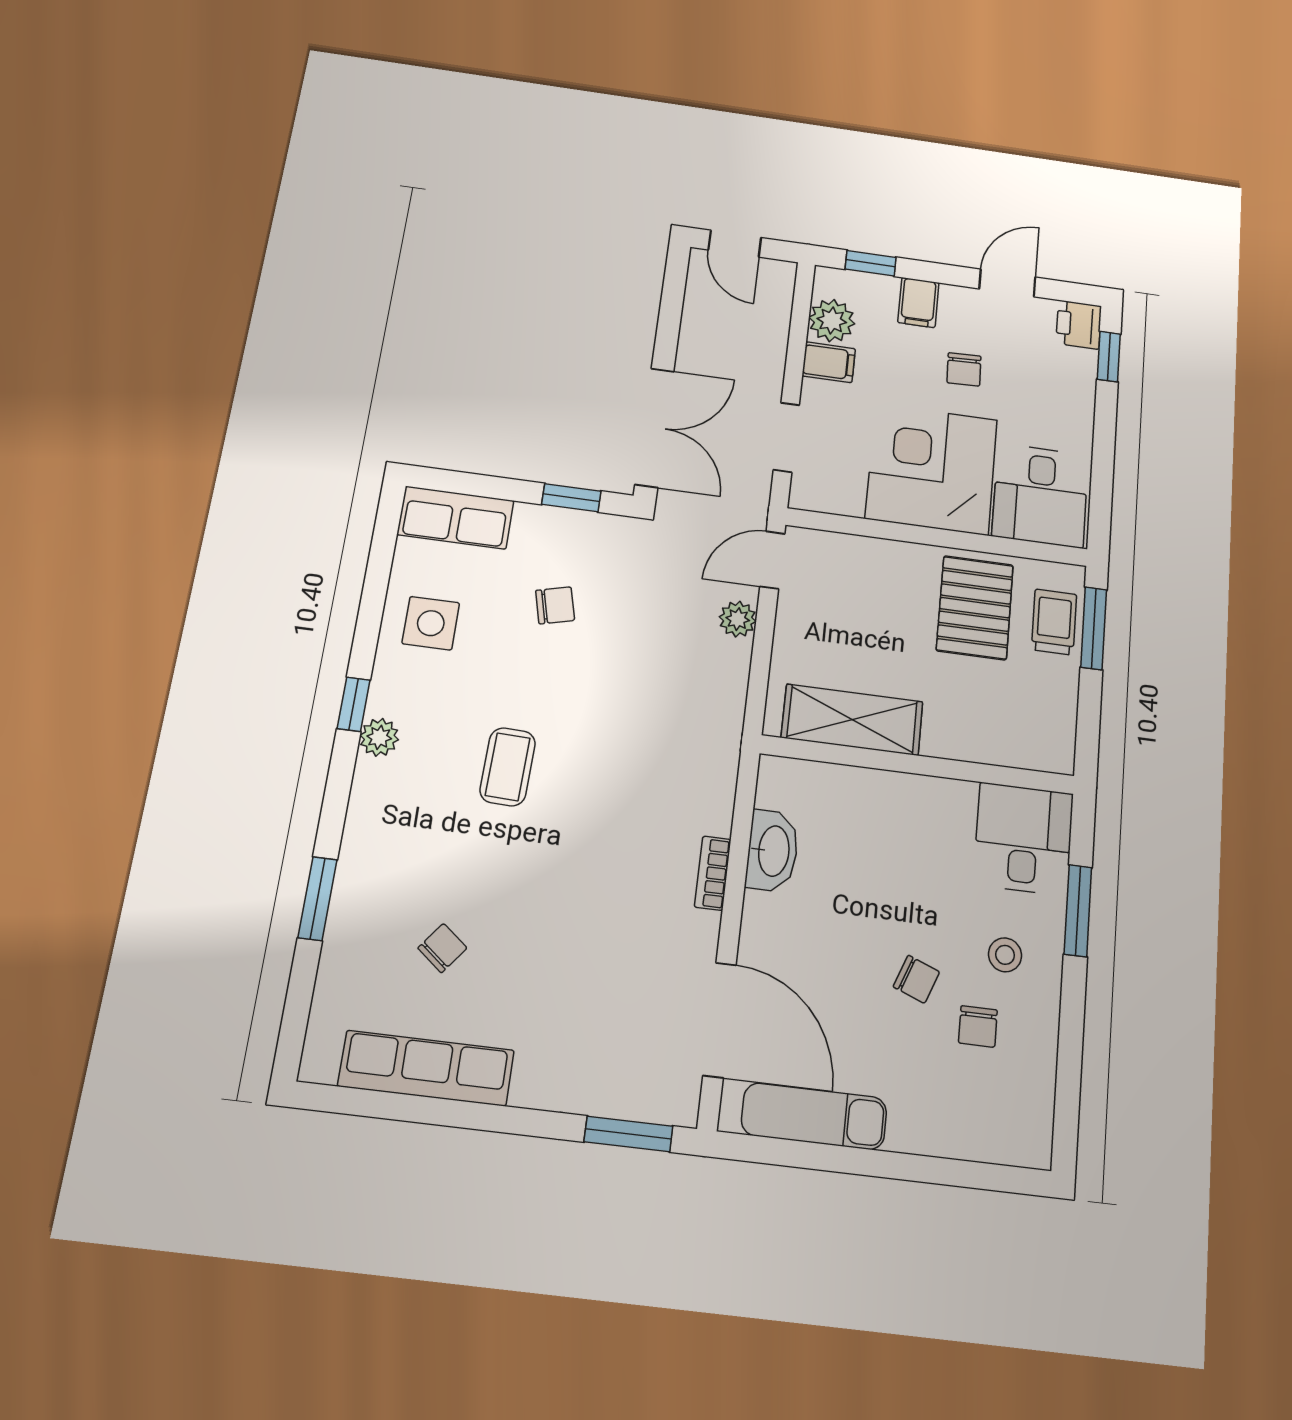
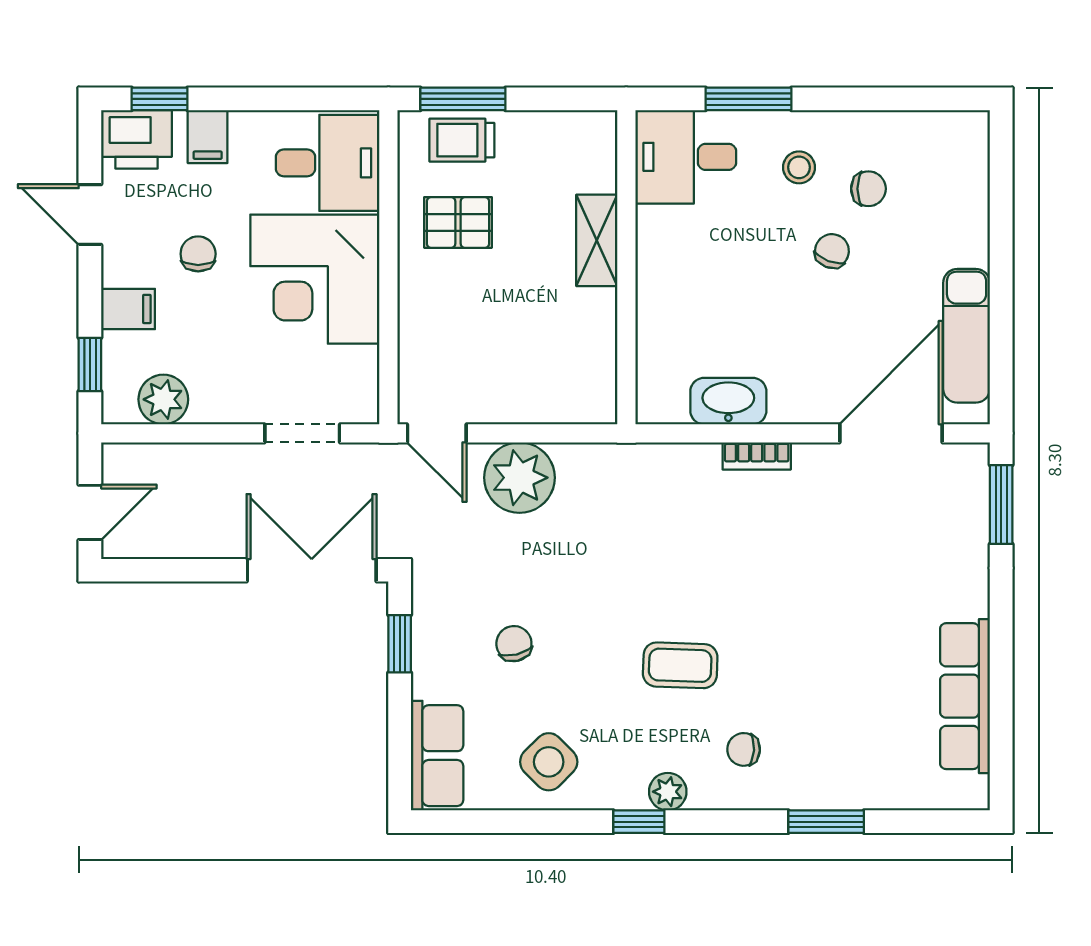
printer: (1079, 325) -> (136, 139), width x1.36, depth x1.24
filing cabinet: (829, 362) -> (208, 137), moved, turned 180
chair: (964, 369) -> (198, 254), turned -88
pallet: (975, 608) -> (458, 222), width x0.67, depth x0.71
plant: (738, 619) -> (519, 478), width x1.88, depth x1.88
side table: (431, 623) -> (549, 762), turned 45
shelving: (852, 720) -> (597, 240), moved, width x0.67, depth x0.75
chair: (442, 948) -> (744, 749), moved, turned -35

